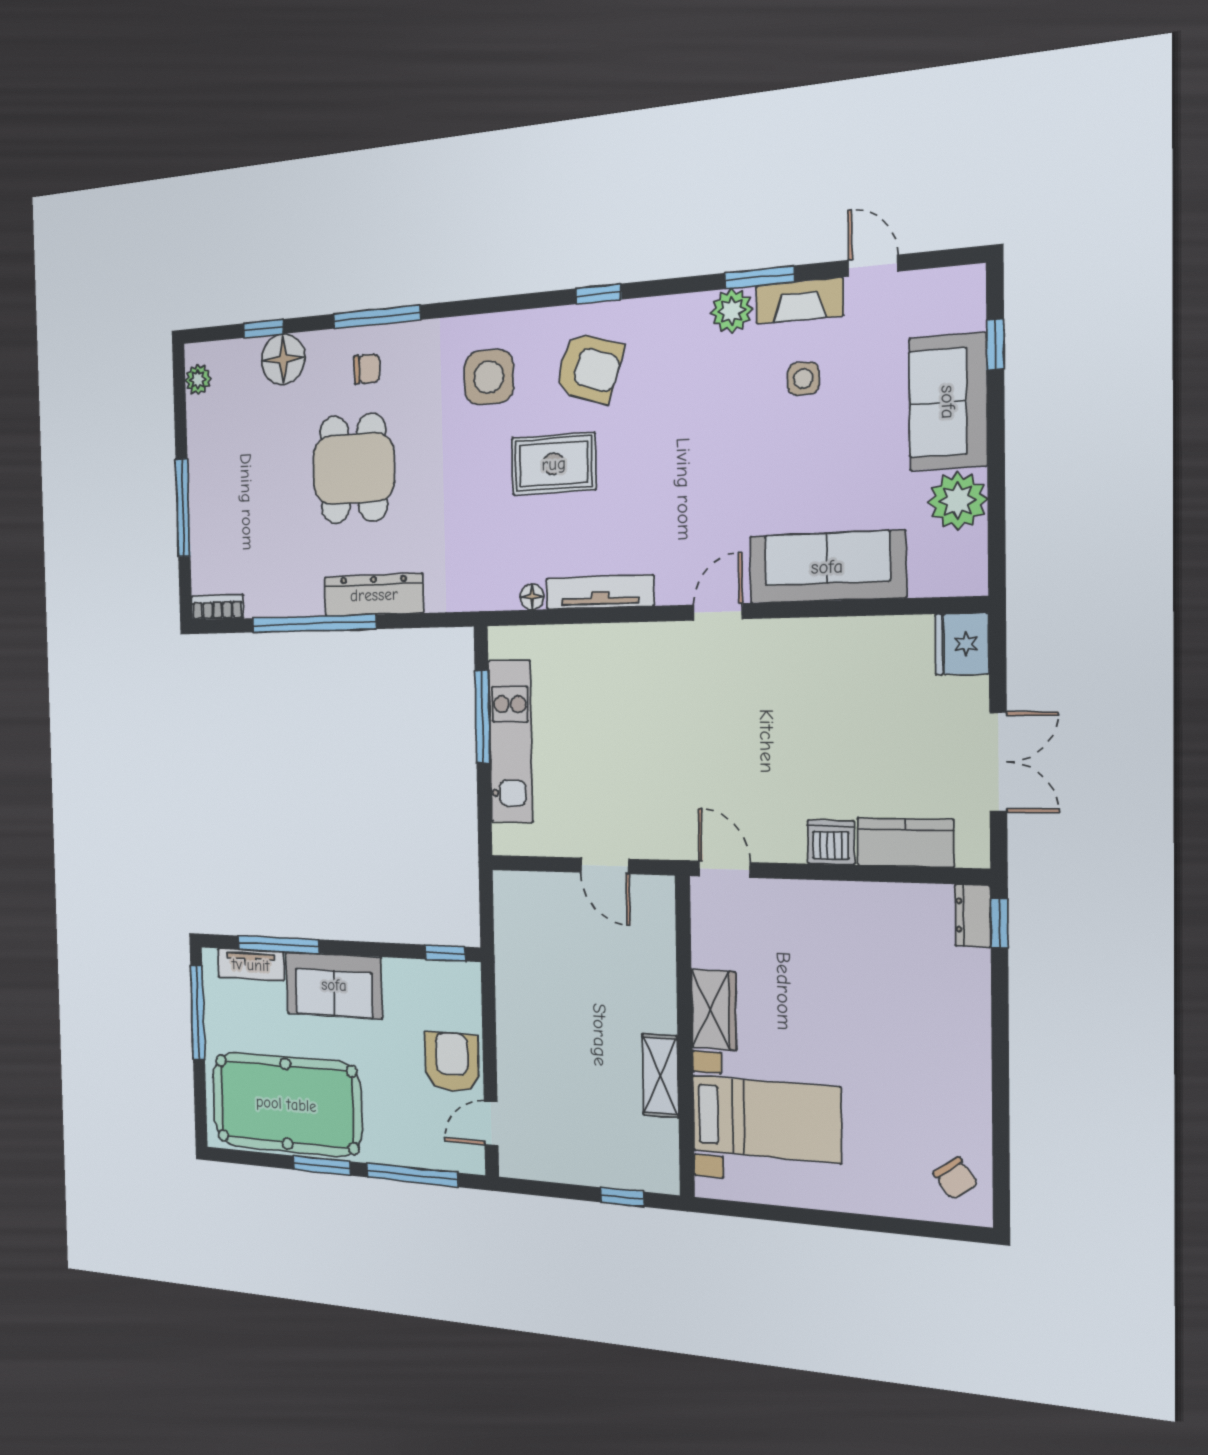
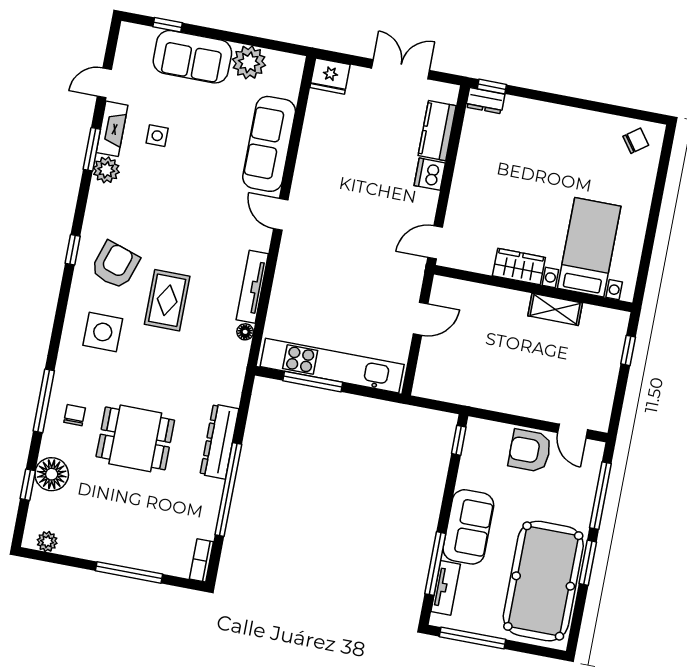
kitchen unit: (511, 741) -> (332, 366), width x1.36

